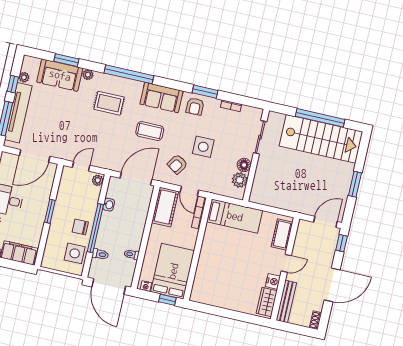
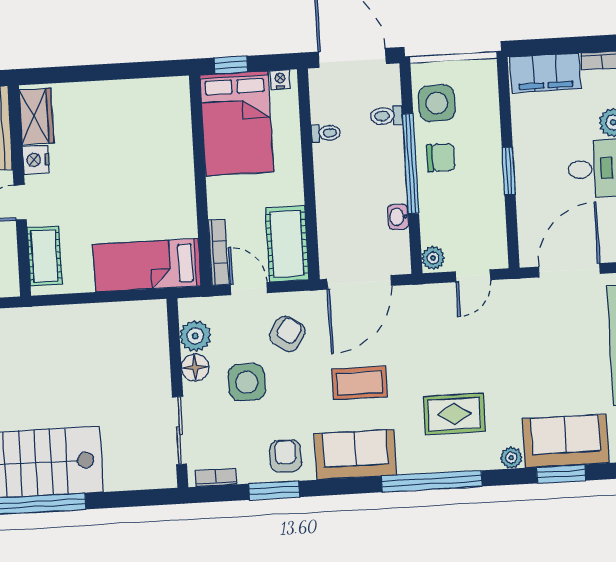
sliding door: (260, 137) -> (180, 431), moved
wall: (256, 155) -> (177, 393), moved
floor lamp: (244, 165) -> (195, 368), moved
plant: (240, 180) -> (195, 336), moved

